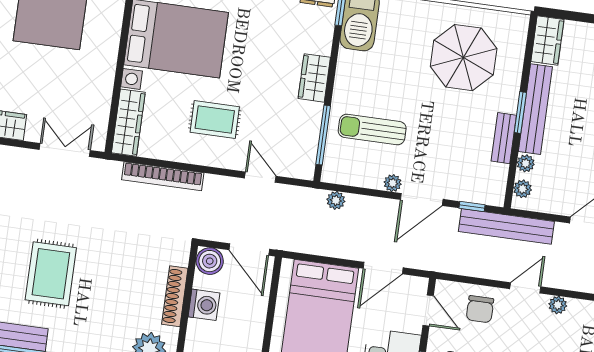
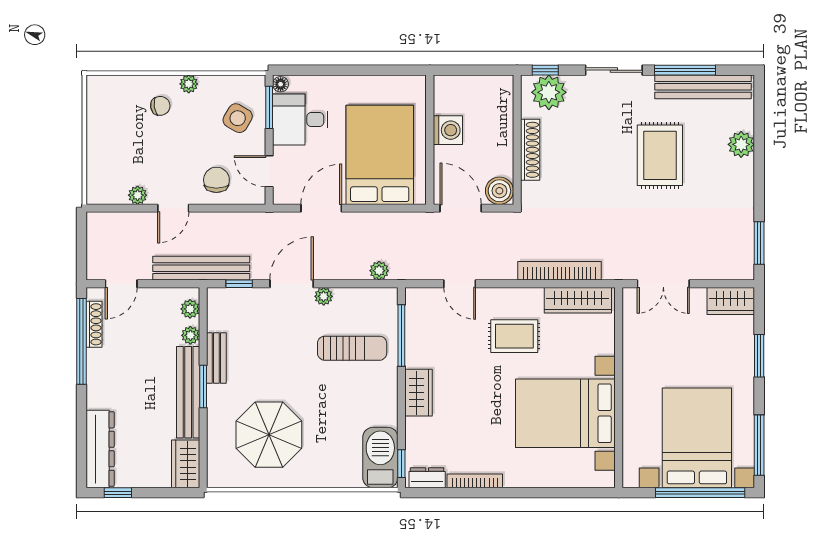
wardrobe: (128, 123) -> (578, 300), moved, turned -90
washing machine: (204, 305) -> (448, 130), moved, turned 180

